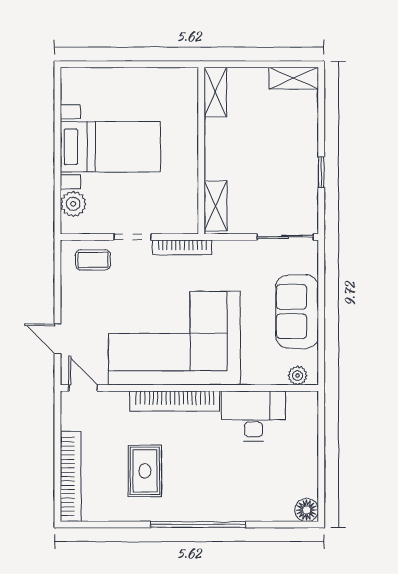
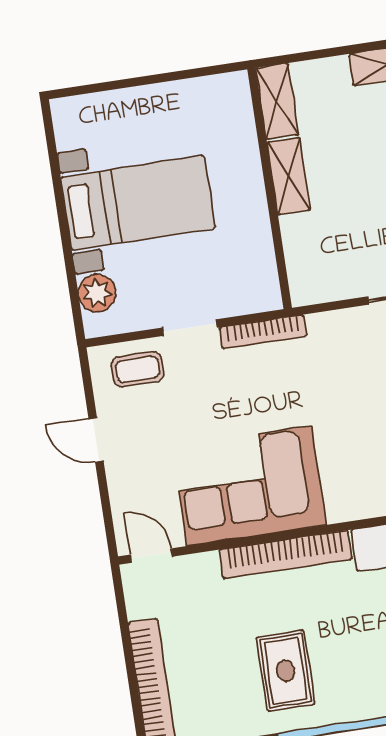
shelving: (216, 206) -> (289, 176), moved
corner sofa: (174, 338) -> (249, 486), width x0.73, depth x0.74
door: (57, 339) -> (96, 440), moved
rug: (145, 471) -> (286, 671), moved

